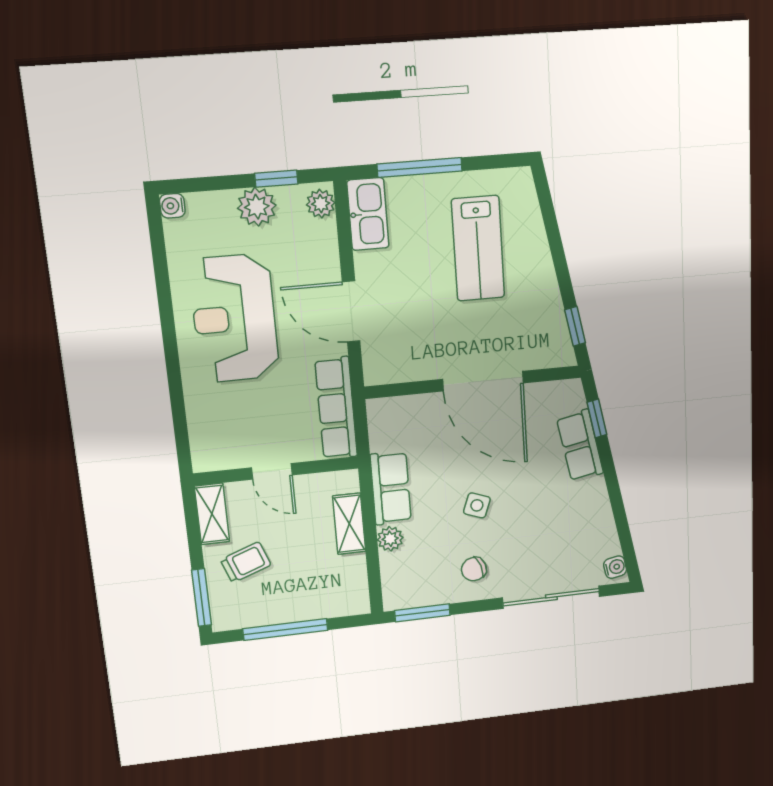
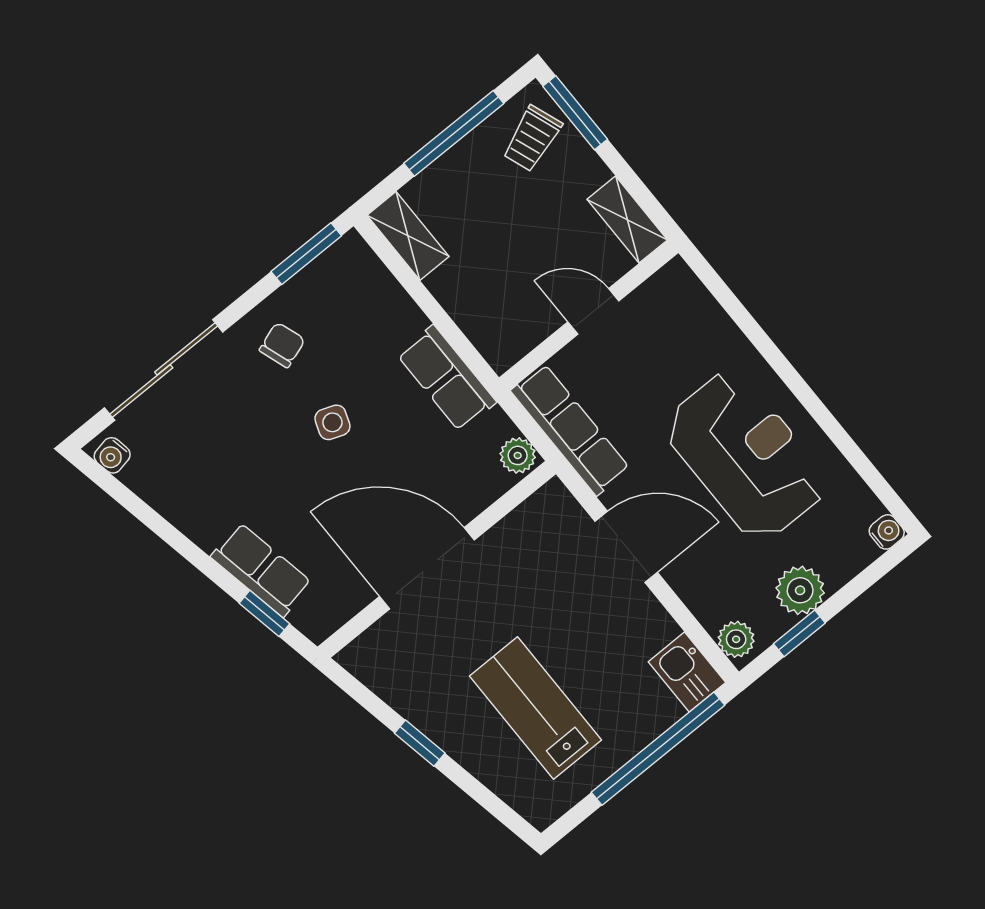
window: (420, 168) -> (658, 749), width x1.46
kitchen sink: (368, 214) -> (687, 672), width x0.73
window: (575, 326) -> (420, 743), moved
shelving: (349, 524) -> (408, 236), moved
plant: (390, 539) -> (518, 455), moved
trolley: (246, 562) -> (532, 139), moved

